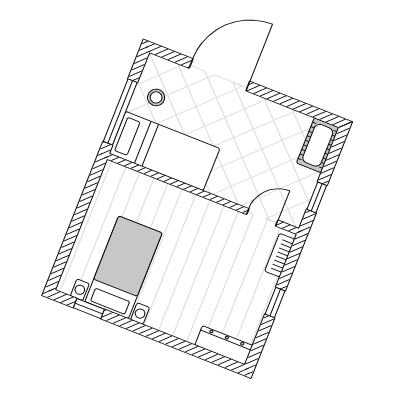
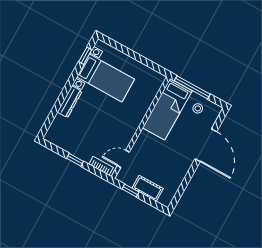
cot: (318, 145) -> (148, 188), moved
door: (262, 217) -> (123, 159), swing flipped
dresser: (224, 345) -> (70, 102), moved

